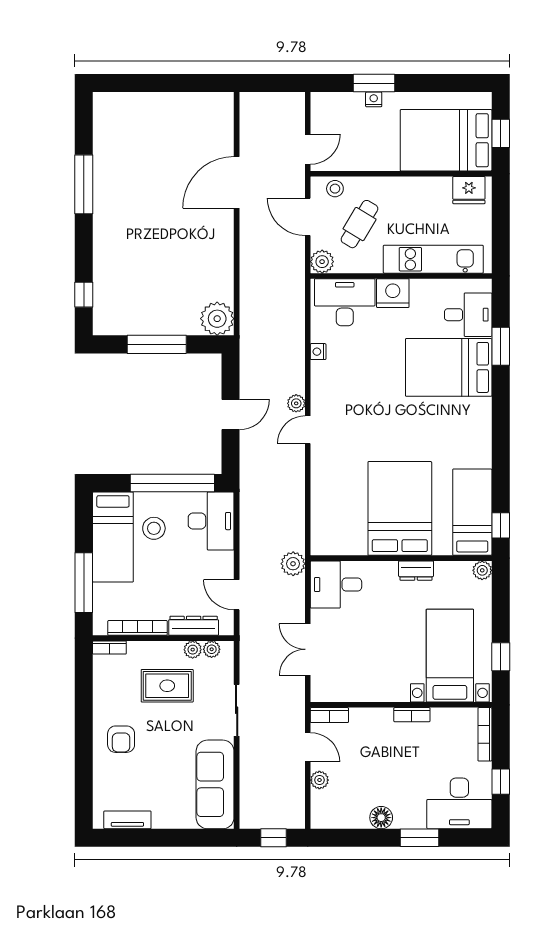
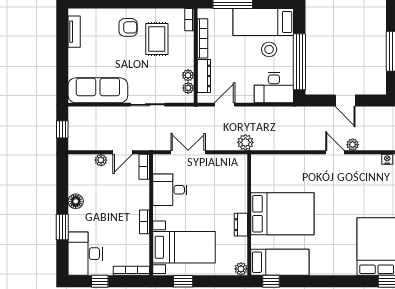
desk: (336, 585) -> (170, 190), moved, turned -90
rug: (167, 686) -> (157, 39), moved
armchair: (121, 739) -> (128, 27), turned 180

